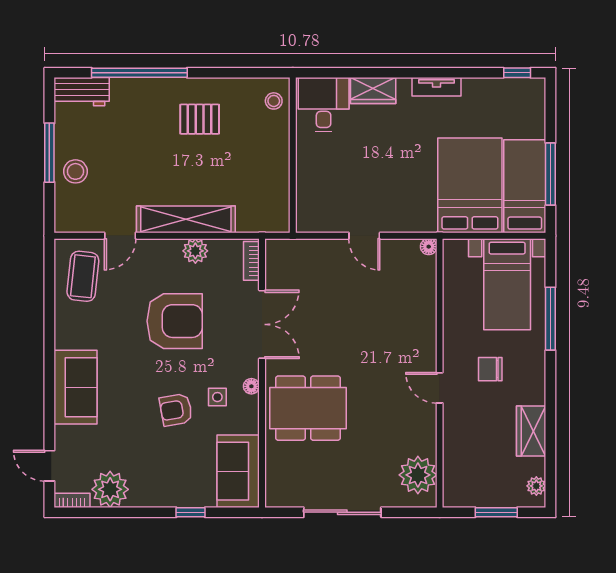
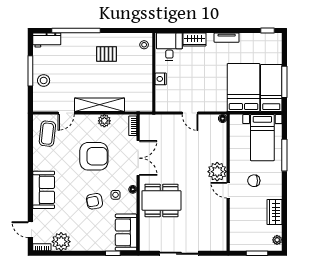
nightstand: (306, 168) -> (161, 79), added
plant: (418, 475) -> (217, 172), moved
window: (191, 512) -> (113, 253), moved

